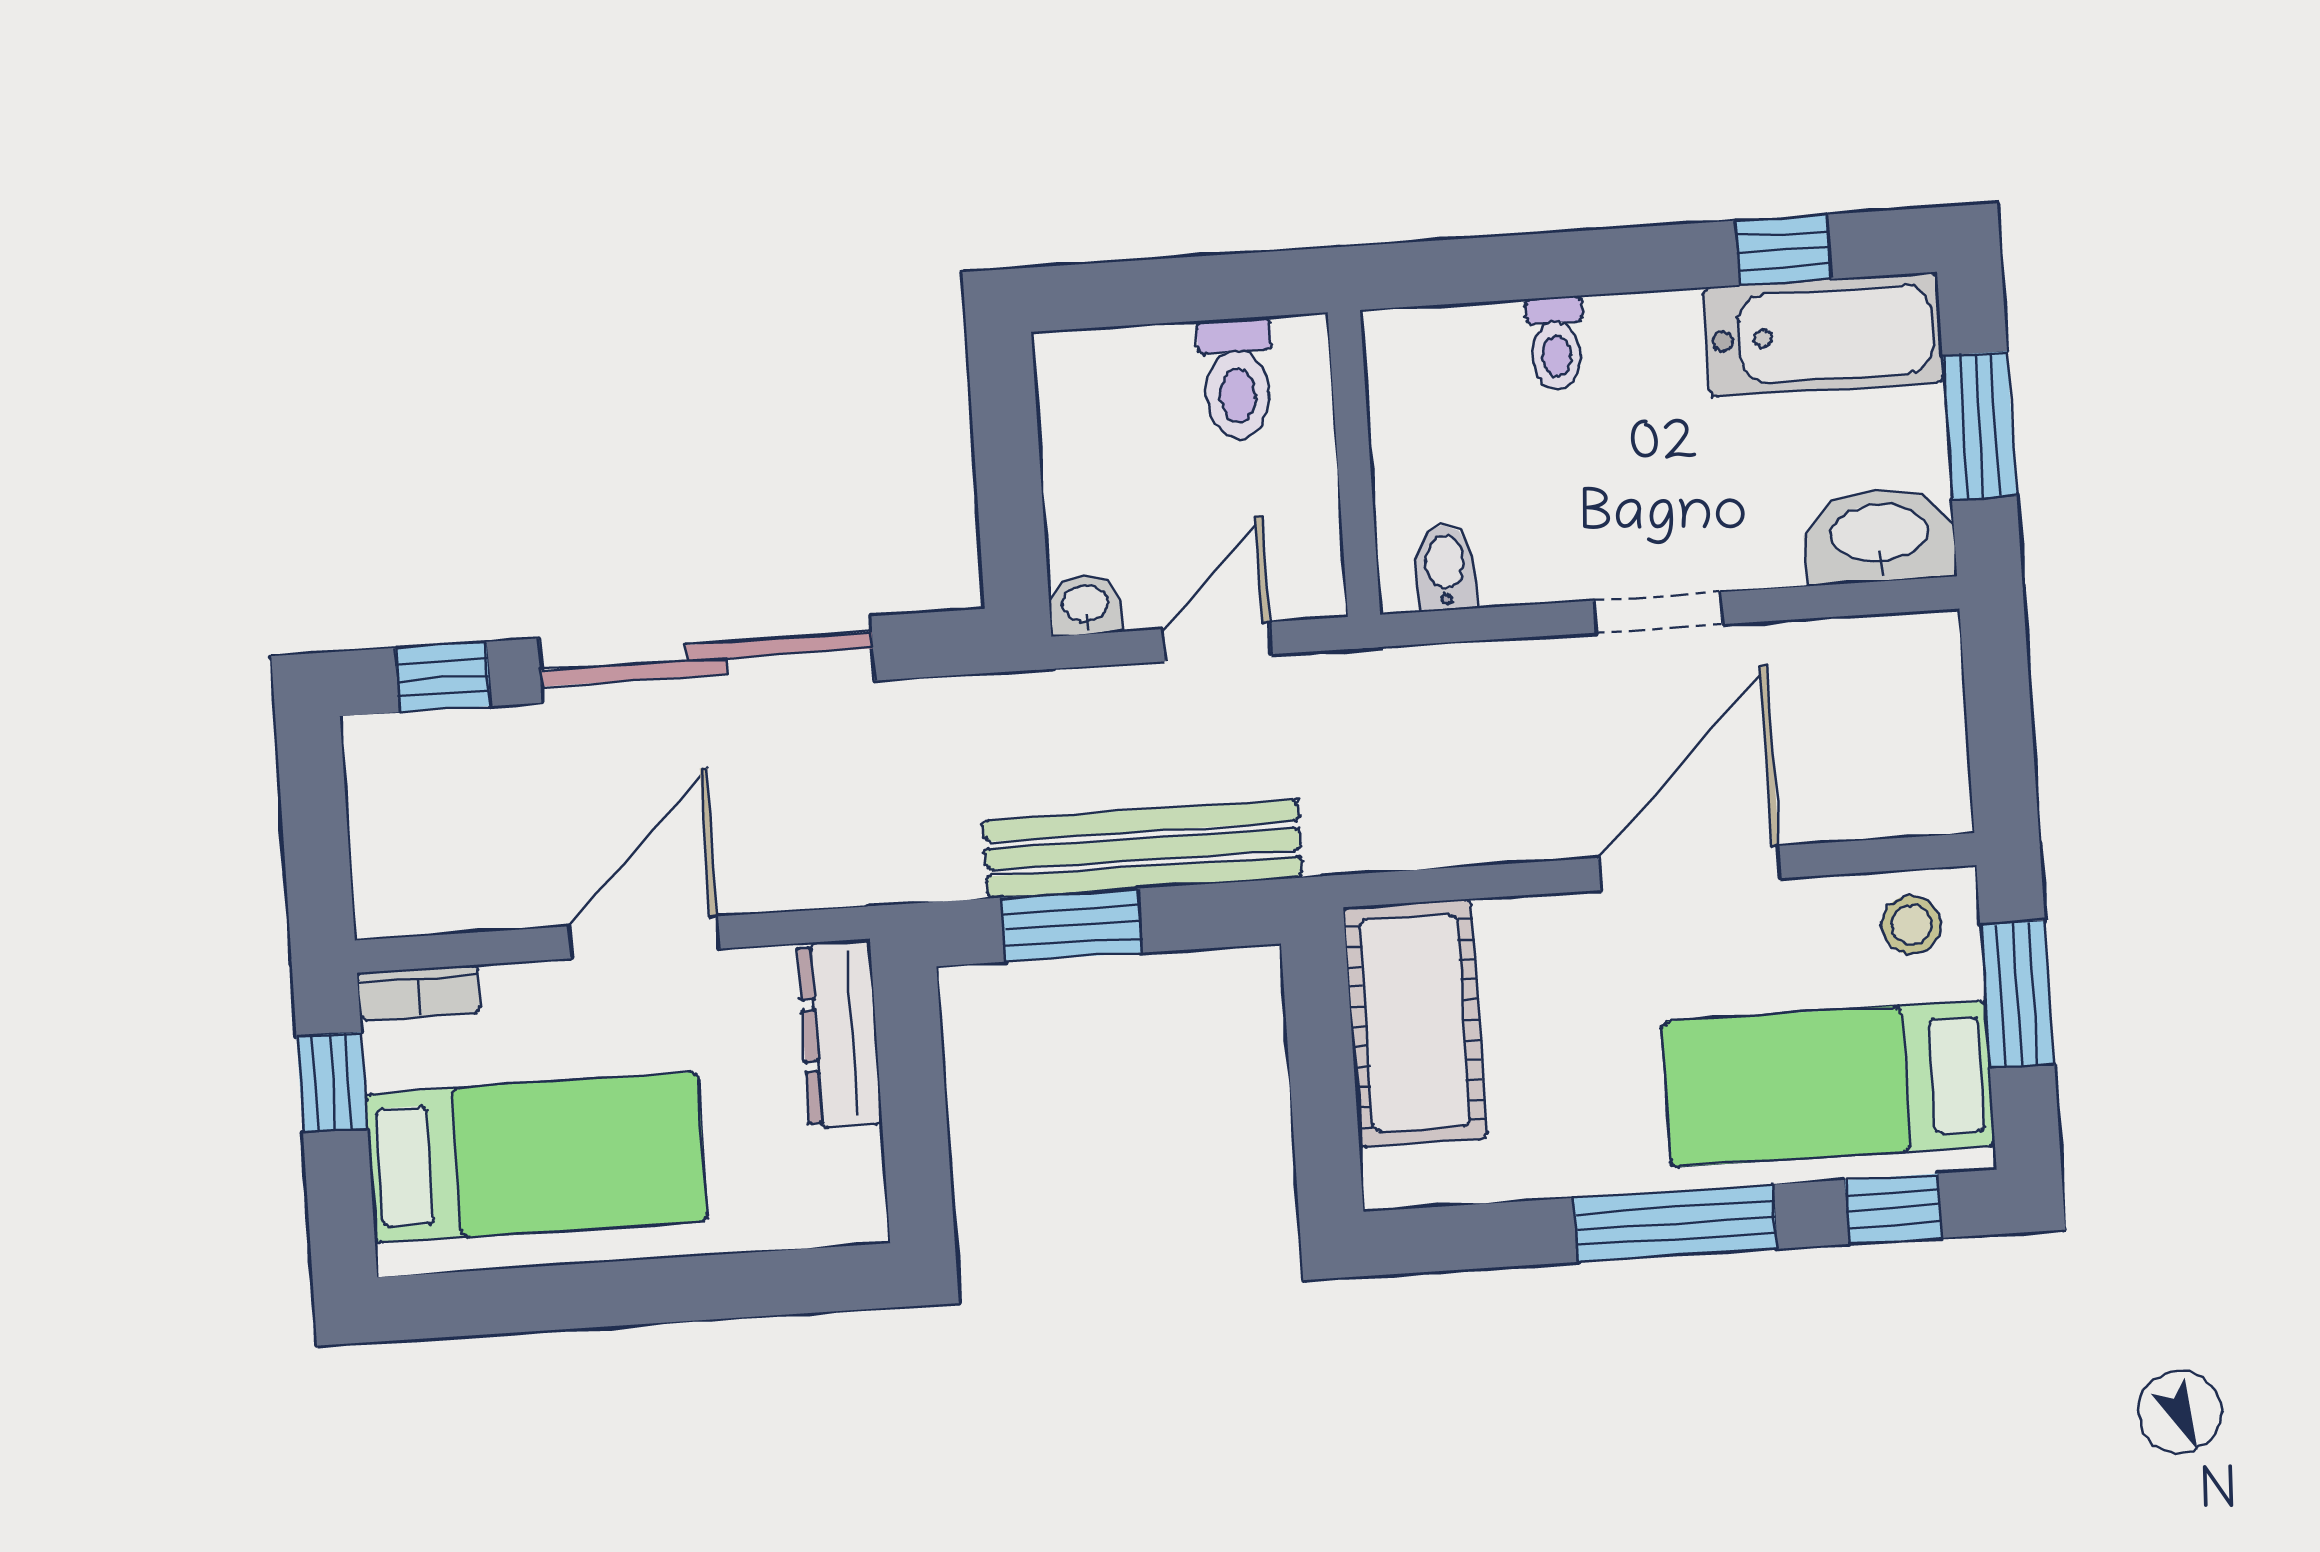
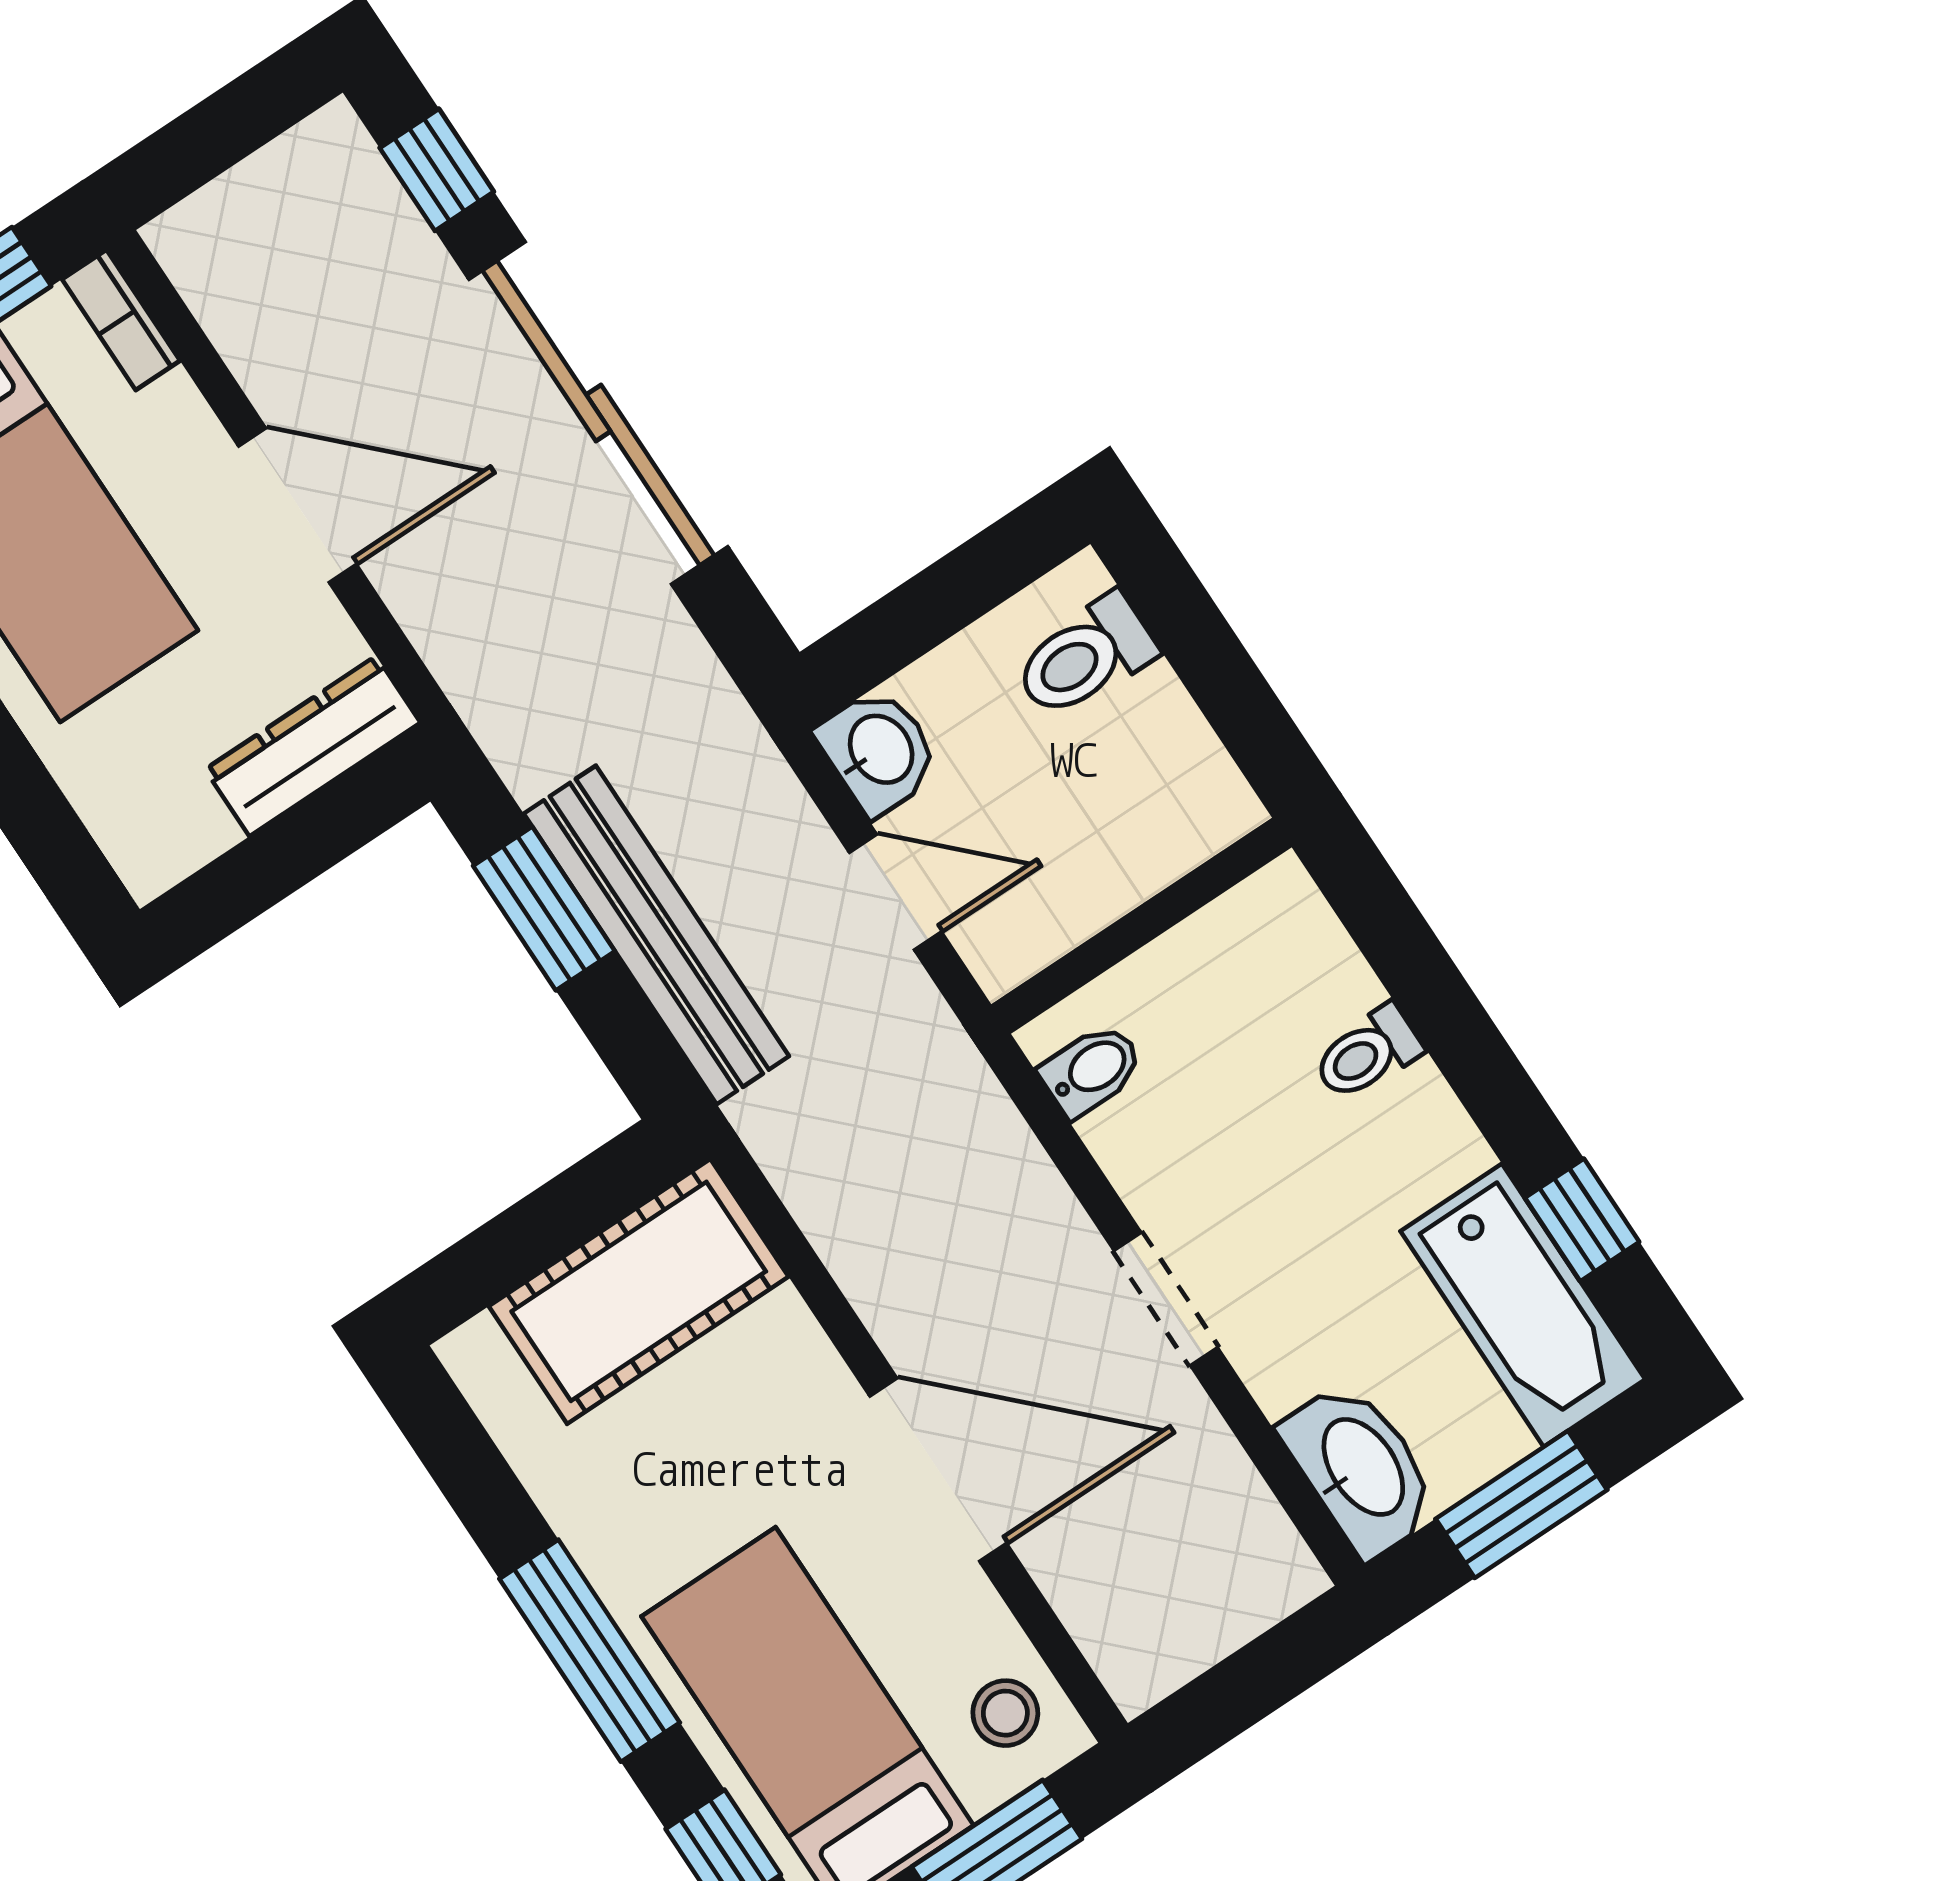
toilet: (1237, 379) -> (1085, 657), moved
washbasin: (1085, 605) -> (879, 751), width x1.38, depth x1.45

